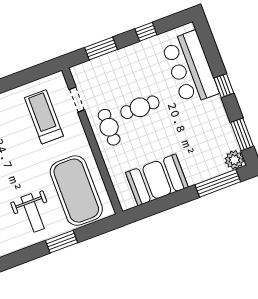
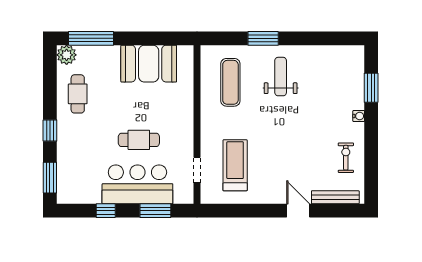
bar counter: (190, 68) -> (137, 184), moved, turned -90
treadmill: (44, 117) -> (235, 165), turned 180
cafe table: (109, 127) -> (78, 94), moved
window: (242, 134) -> (50, 178), moved
exercise mat: (76, 191) -> (230, 82), width x0.50, depth x0.69

